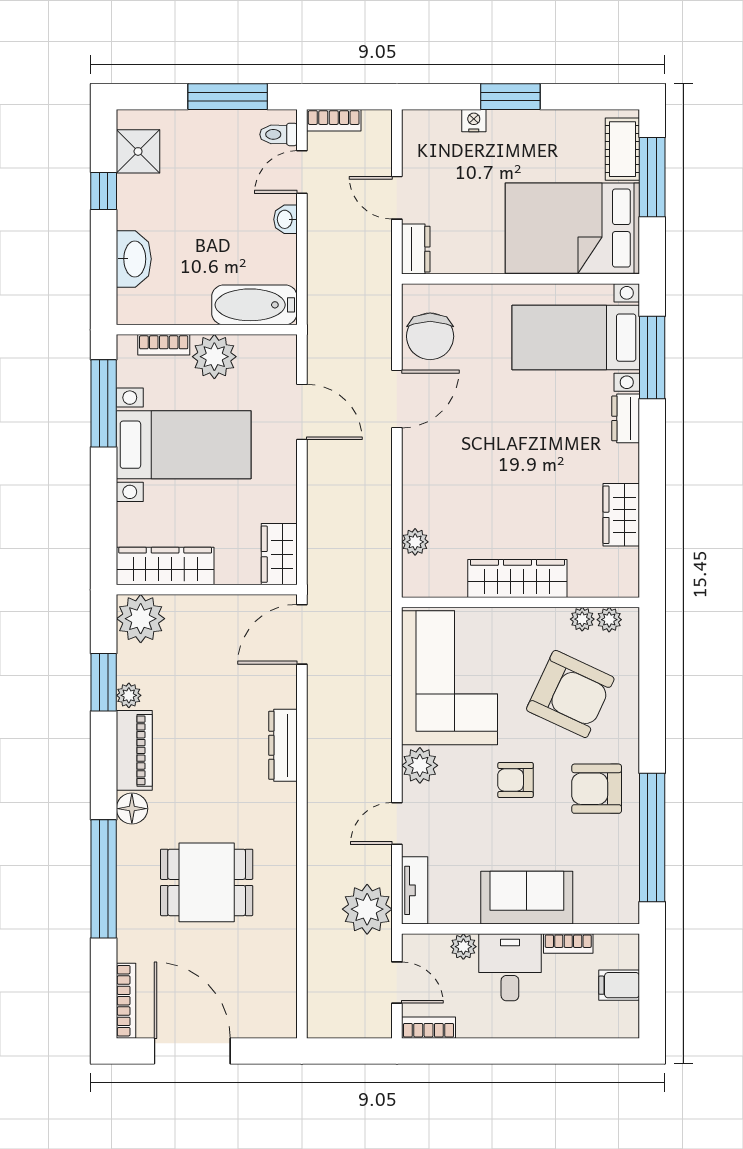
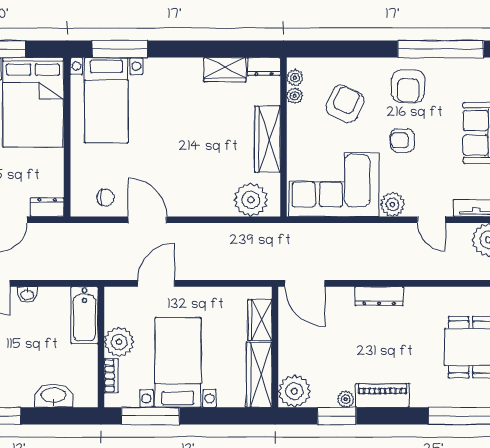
chair: (430, 336) -> (105, 198), width x0.54, depth x0.54
dresser: (626, 418) -> (264, 67), moved
plant: (415, 542) -> (251, 200), width x1.87, depth x1.87
wardrobe: (279, 554) -> (260, 320), moved, turned 90
armchair: (570, 694) -> (345, 104), width x0.73, depth x0.73
armchair: (516, 780) -> (402, 140), turned 90
floor lamp: (132, 809) -> (421, 397), removed

